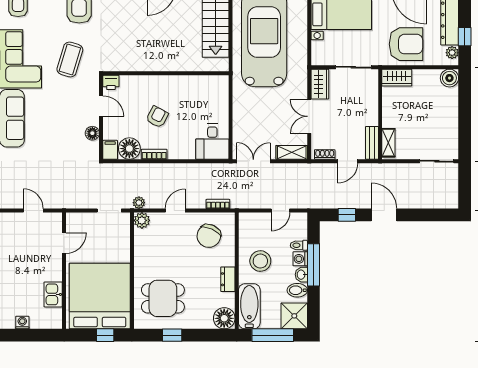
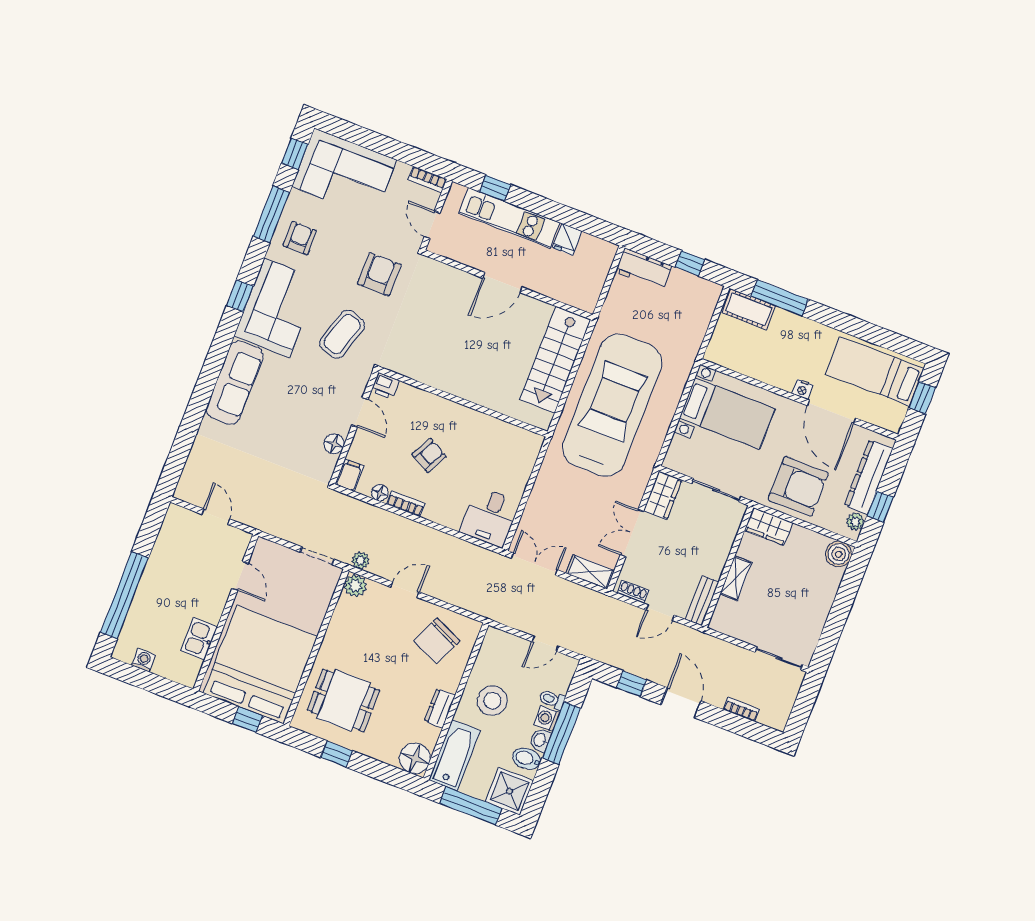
shelving: (388, 143) -> (736, 578), moved
floor lamp: (129, 149) -> (380, 493), width x0.53, depth x0.53
bookcase: (218, 204) -> (741, 709), moved
door: (64, 243) -> (240, 576), hinge flipped

